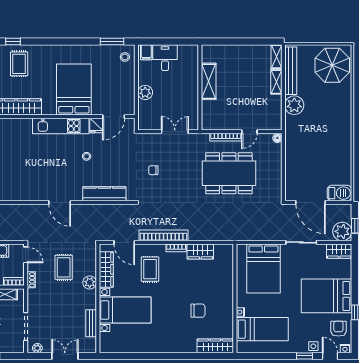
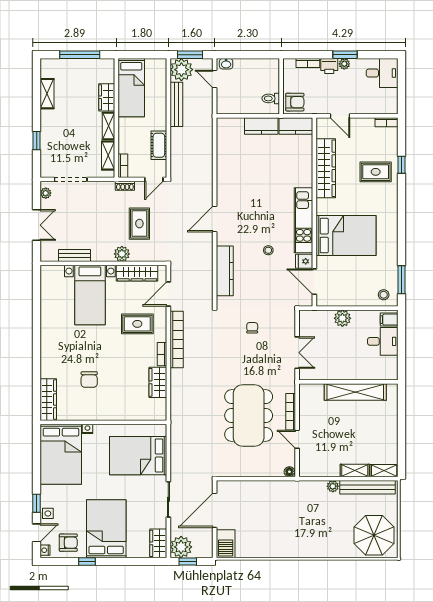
shelving: (209, 81) -> (355, 392), width x1.47
plant: (294, 105) -> (333, 486), width x0.53, depth x0.53
rug: (64, 267) -> (139, 224), turned 90
bed: (262, 329) -> (61, 454), width x1.50

